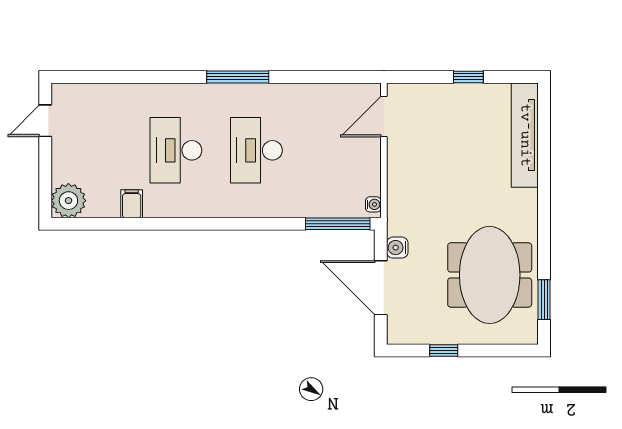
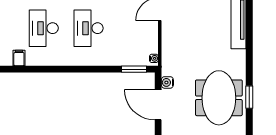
window: (338, 224) -> (134, 69), width x0.69
window: (544, 300) -> (249, 97), moved

